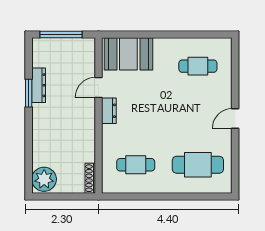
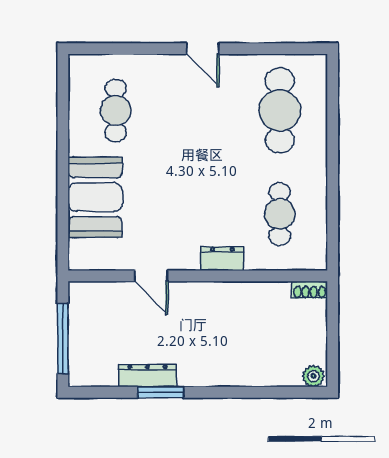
booth: (128, 54) -> (95, 197), moved
dresser: (109, 111) -> (222, 259), moved
shoe rack: (90, 178) -> (310, 290), width x0.70
plant: (44, 179) -> (313, 376), width x0.53, depth x0.53

